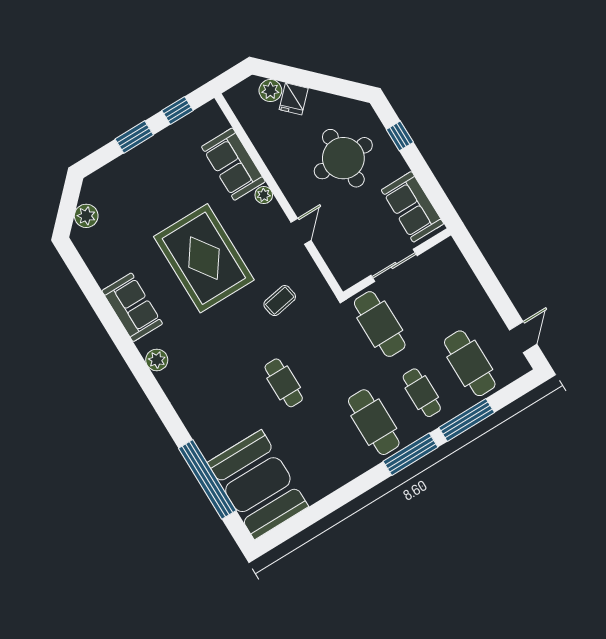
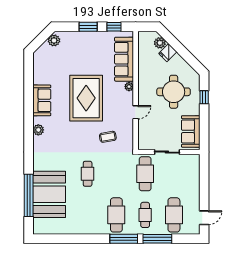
sofa: (233, 164) -> (124, 59), width x1.36
plant: (86, 216) -> (54, 40), moved
booth: (258, 485) -> (49, 194), moved

